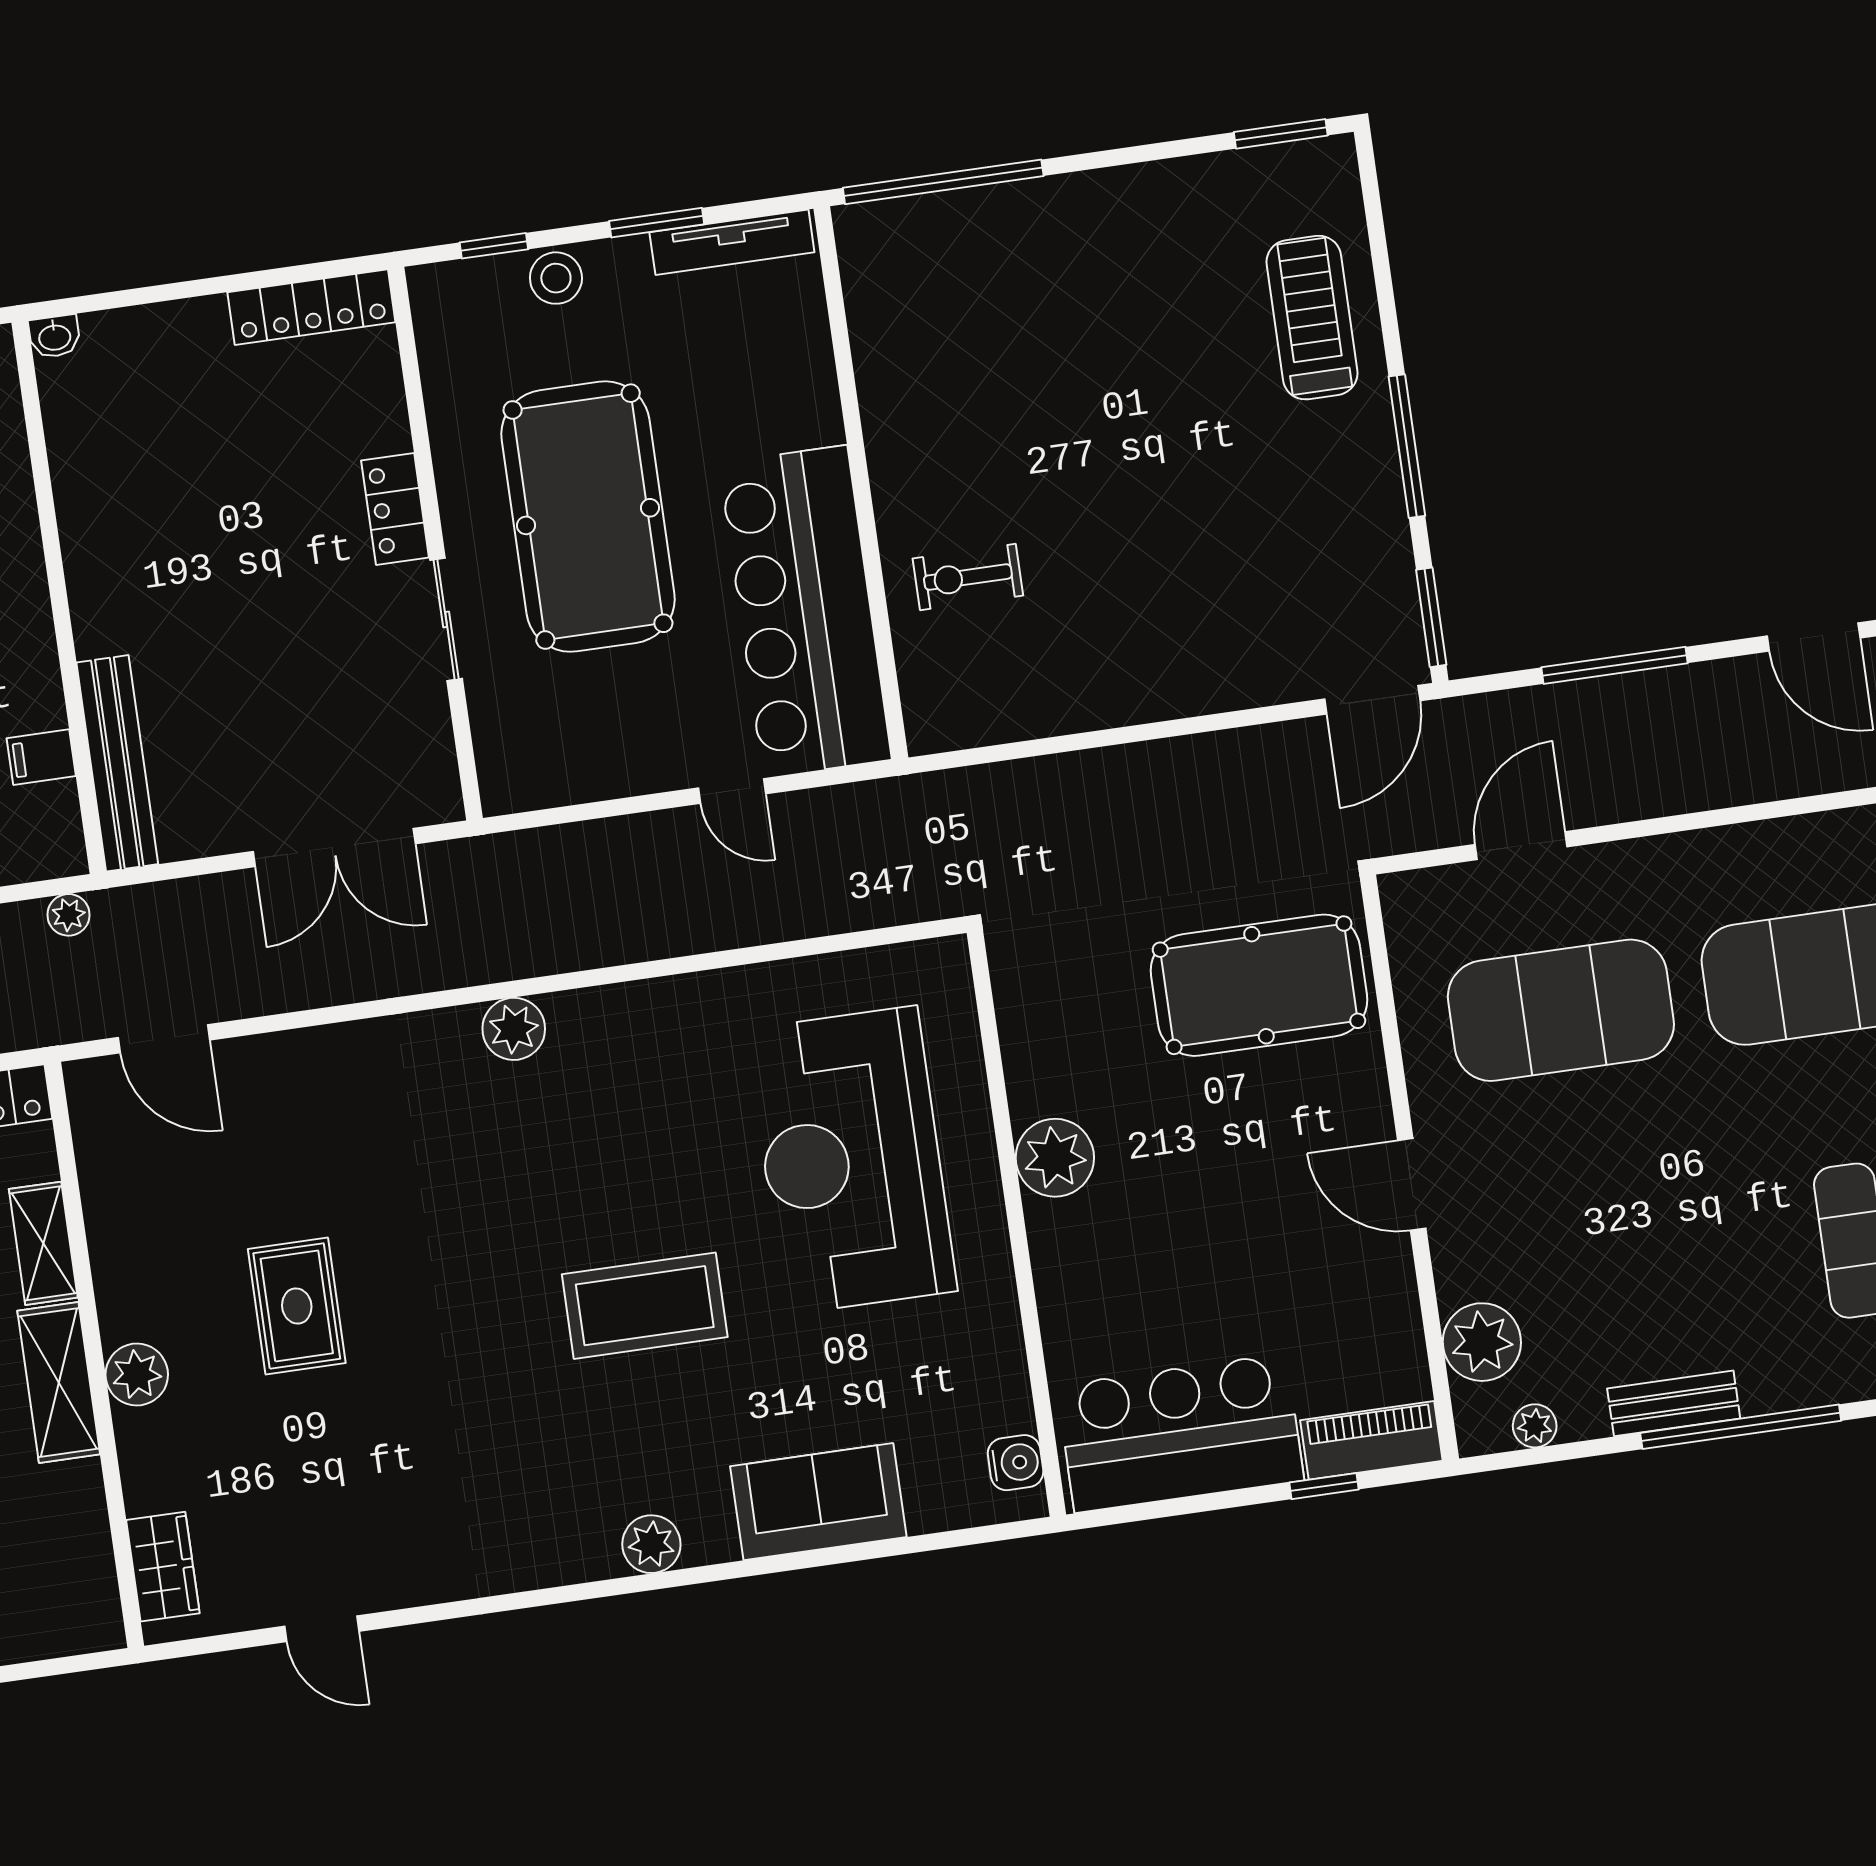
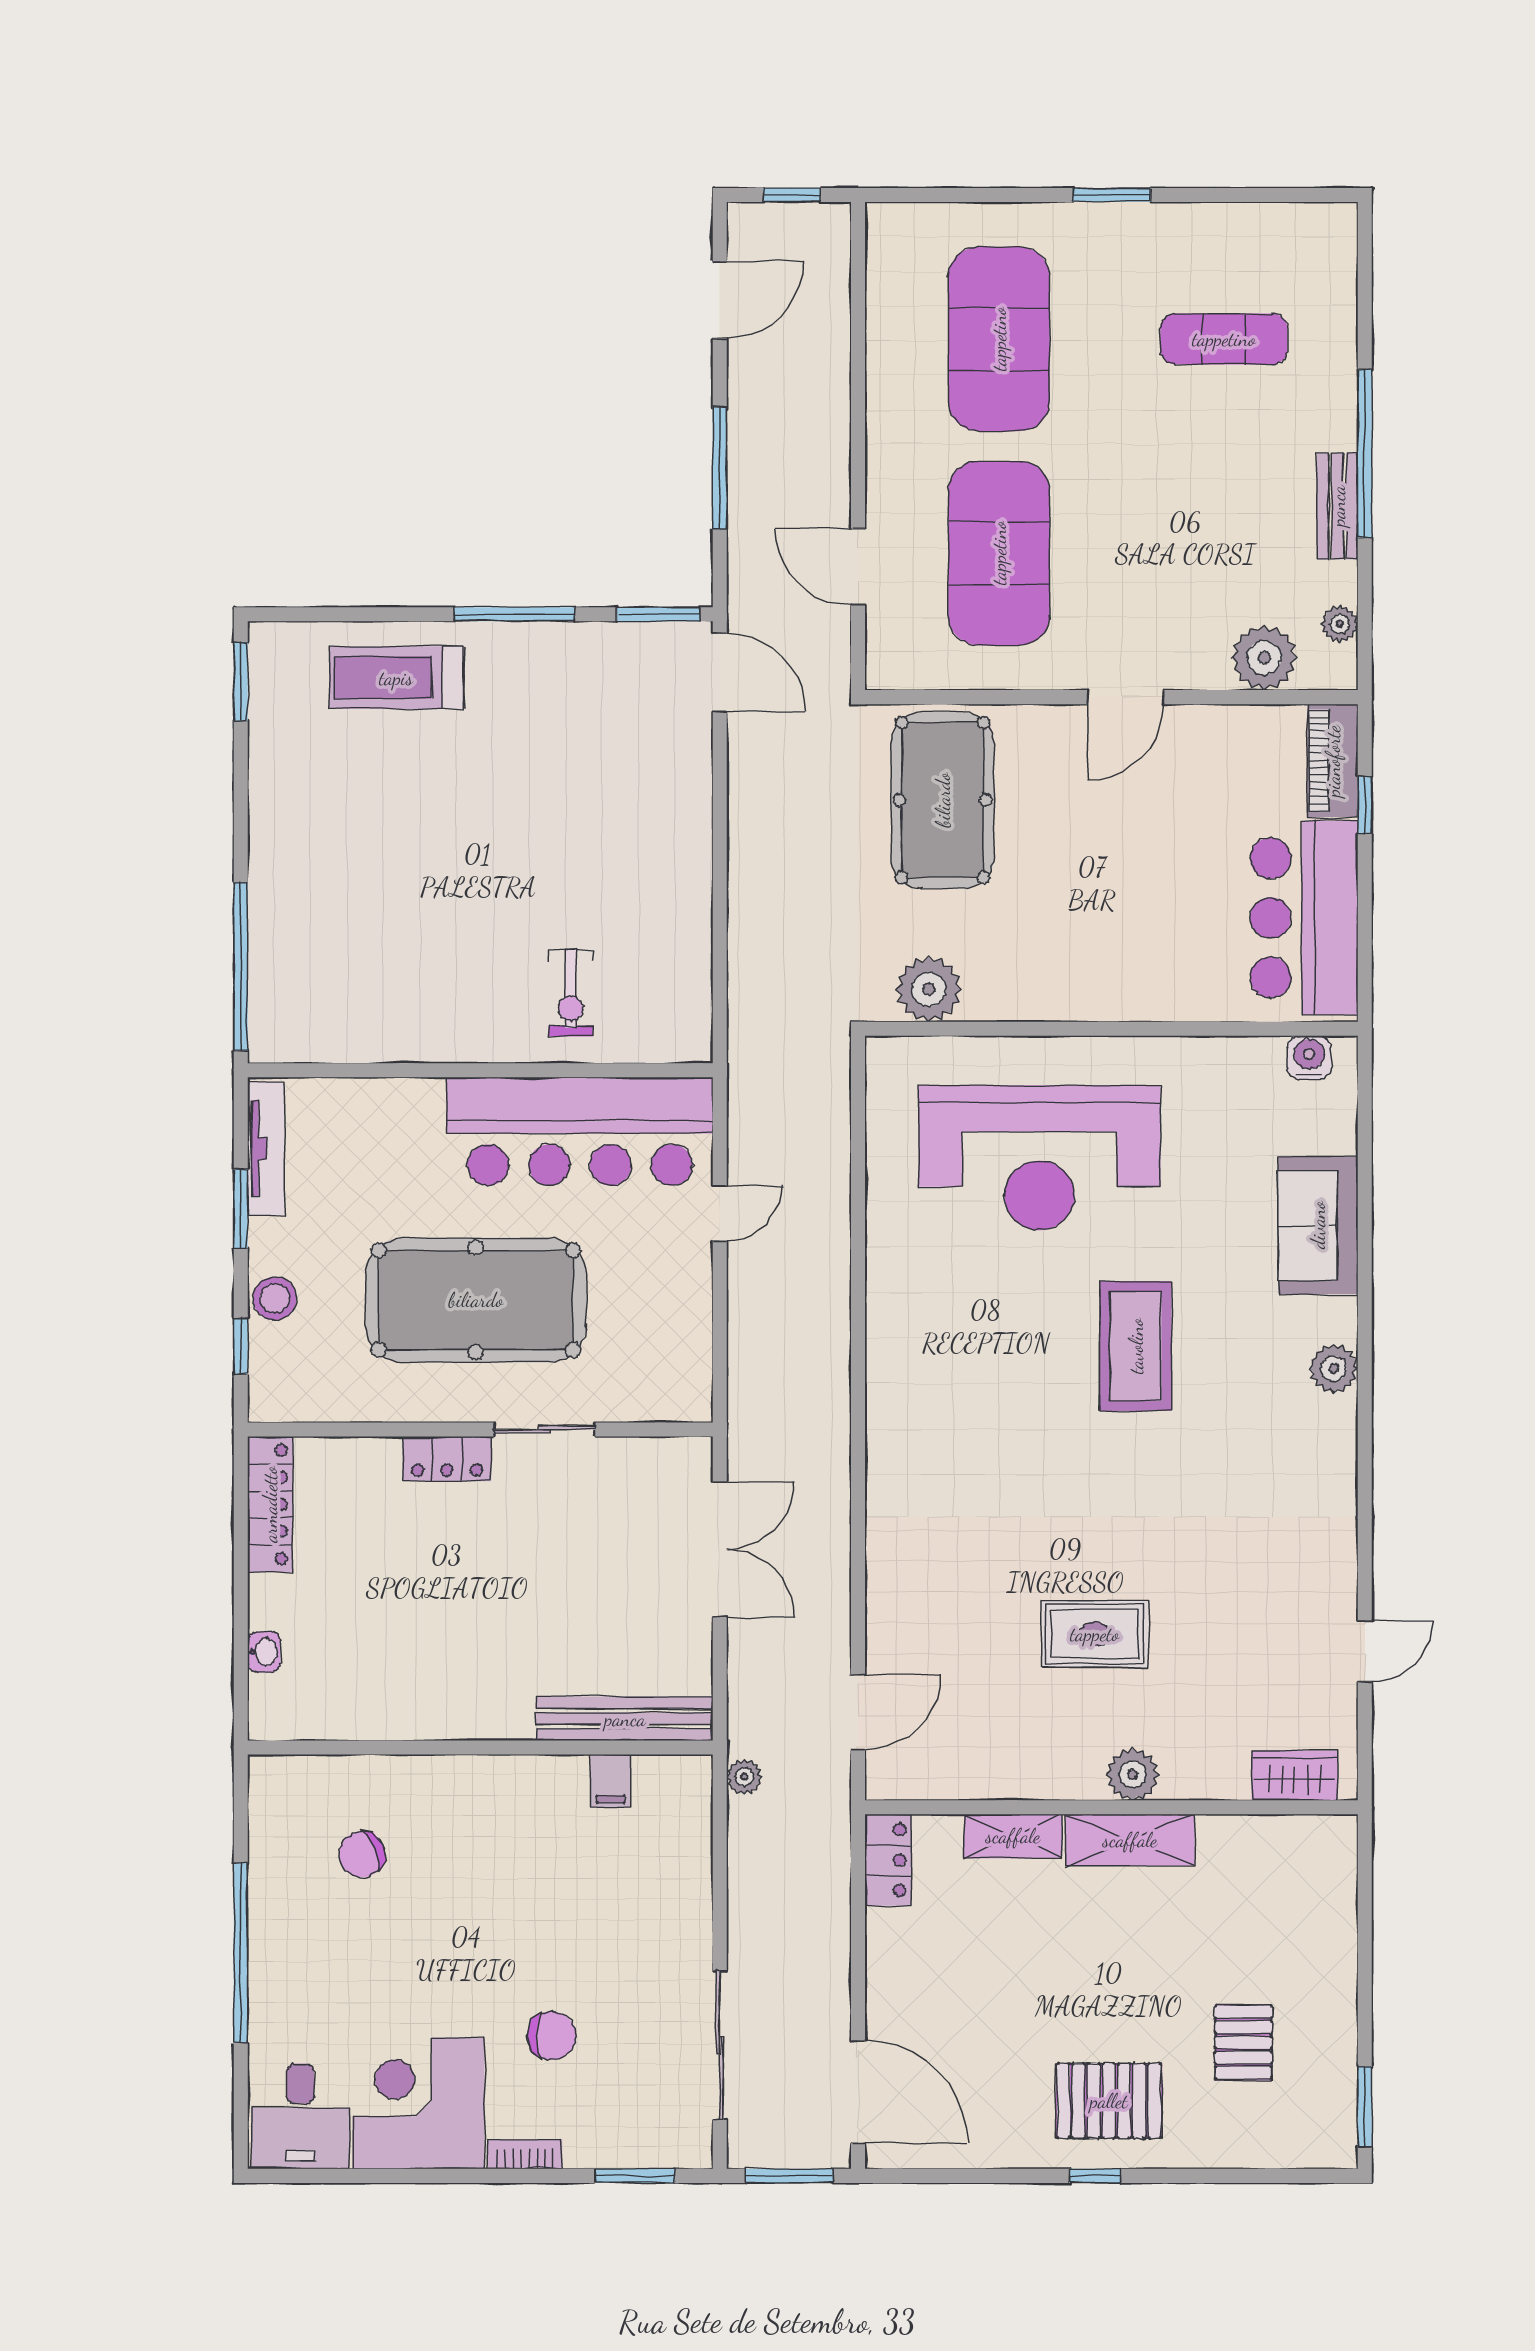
washbasin: (55, 337) -> (264, 1652), moved
plant: (514, 1029) -> (891, 1422), removed
plant: (1055, 1158) -> (929, 989), moved

